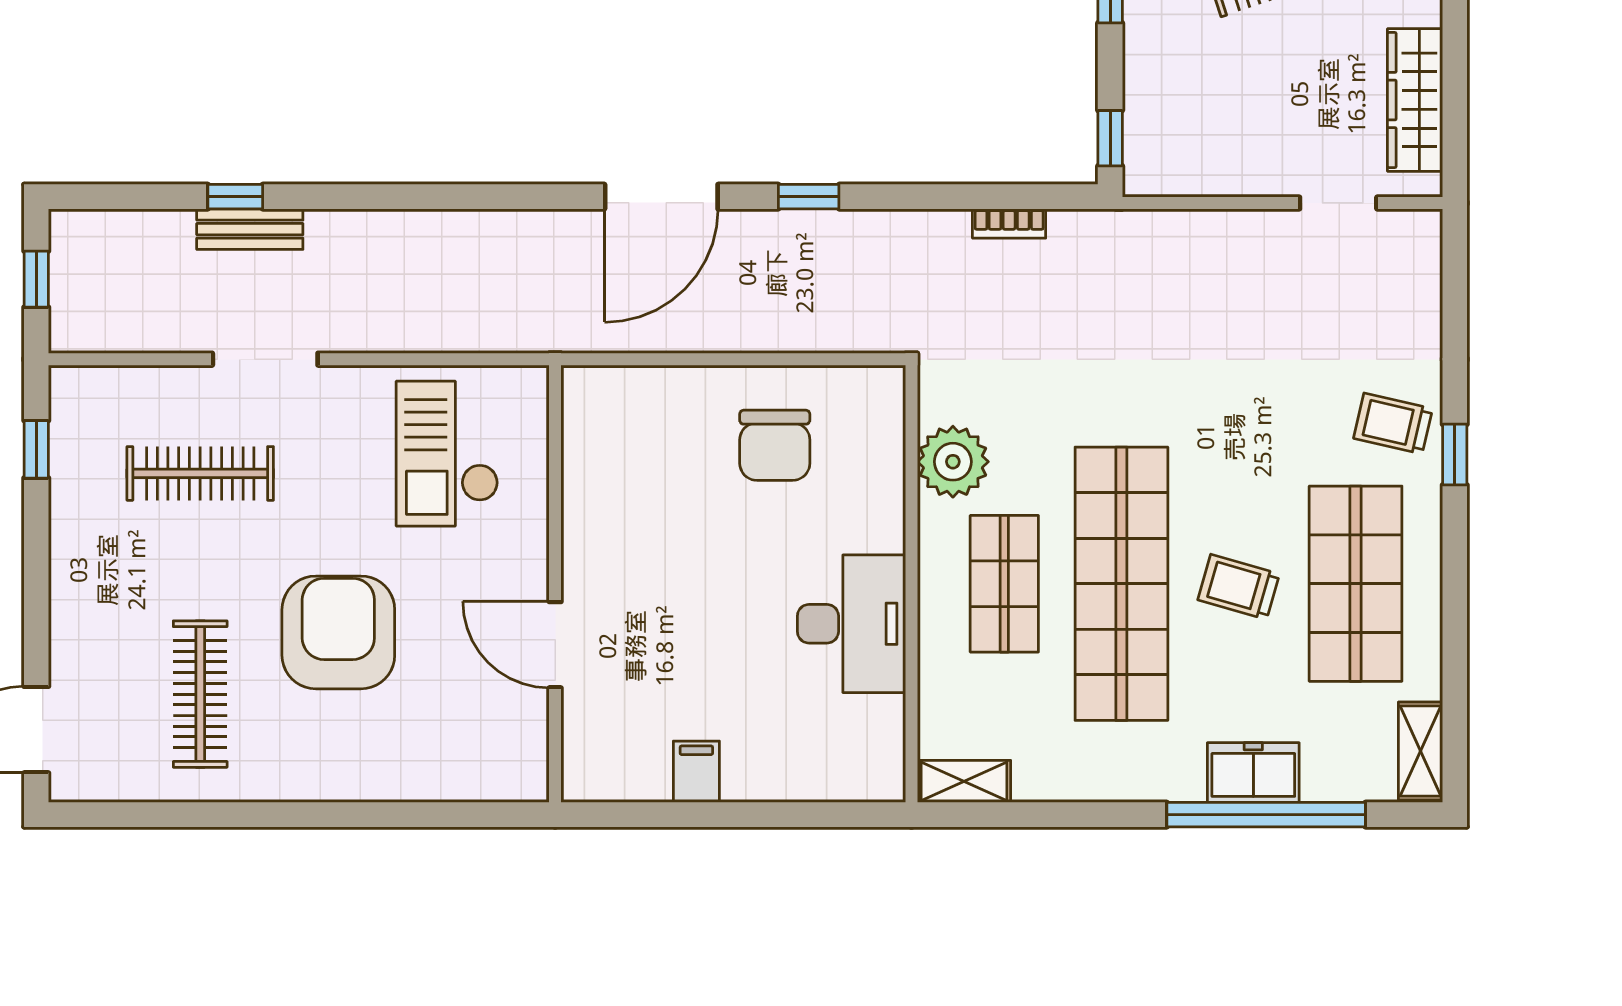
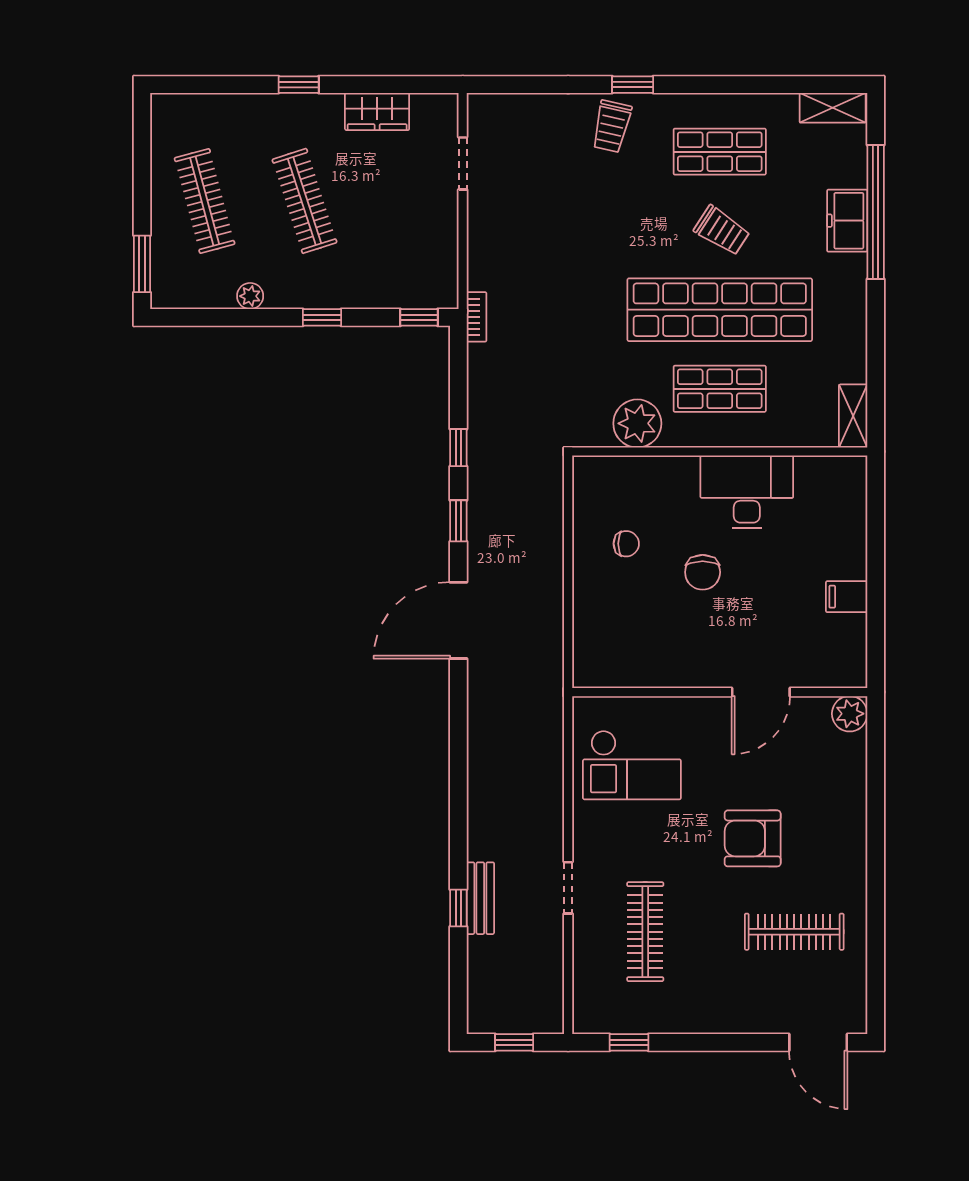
wardrobe: (1415, 100) -> (377, 112), width x0.67
door: (661, 197) -> (458, 620), swing flipped
window: (917, 197) -> (458, 448), added
bookcase: (1009, 224) -> (477, 317), moved
doorway: (265, 359) -> (568, 888), width x0.73
chair: (775, 445) -> (626, 544), width x0.54, depth x0.54
chair: (733, 558) -> (703, 572), added
shop shelf: (1356, 584) -> (720, 152), width x0.70, depth x0.74
trolley: (1239, 587) -> (722, 231), turned -73
armchair: (338, 632) -> (753, 838), width x0.73, depth x0.73
plant: (523, 776) -> (850, 714), added

